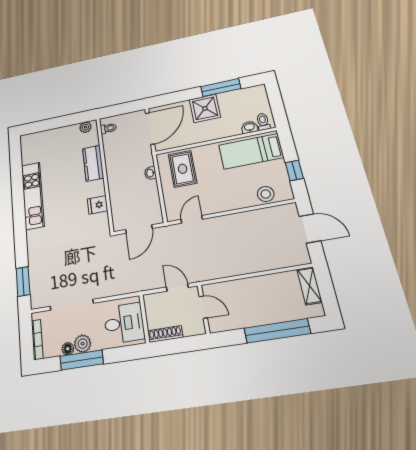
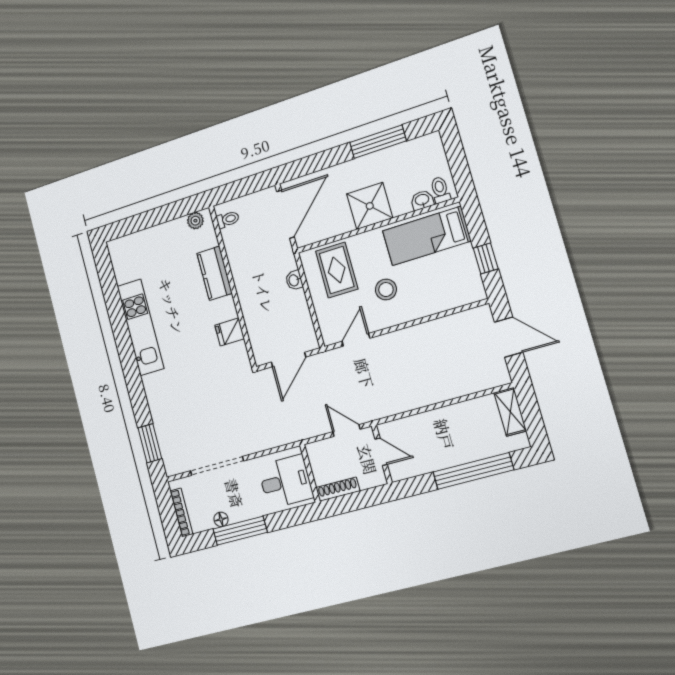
shower: (205, 108) -> (370, 206), moved
stool: (266, 194) -> (386, 290), moved
plant: (83, 344) -> (238, 511), removed

